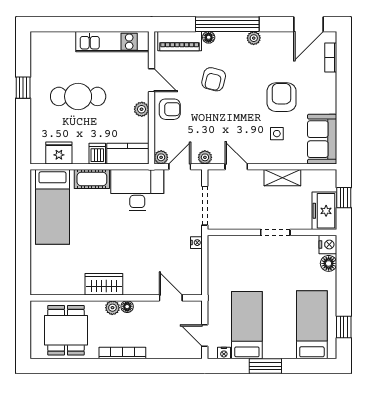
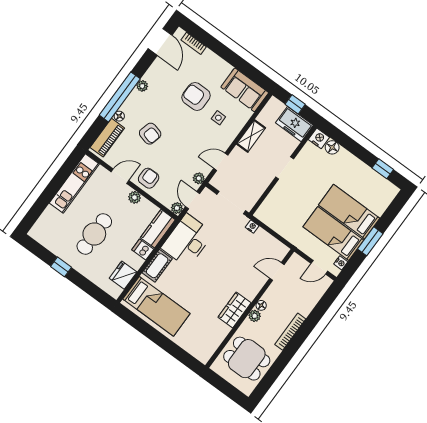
bed: (312, 325) -> (349, 212), moved

